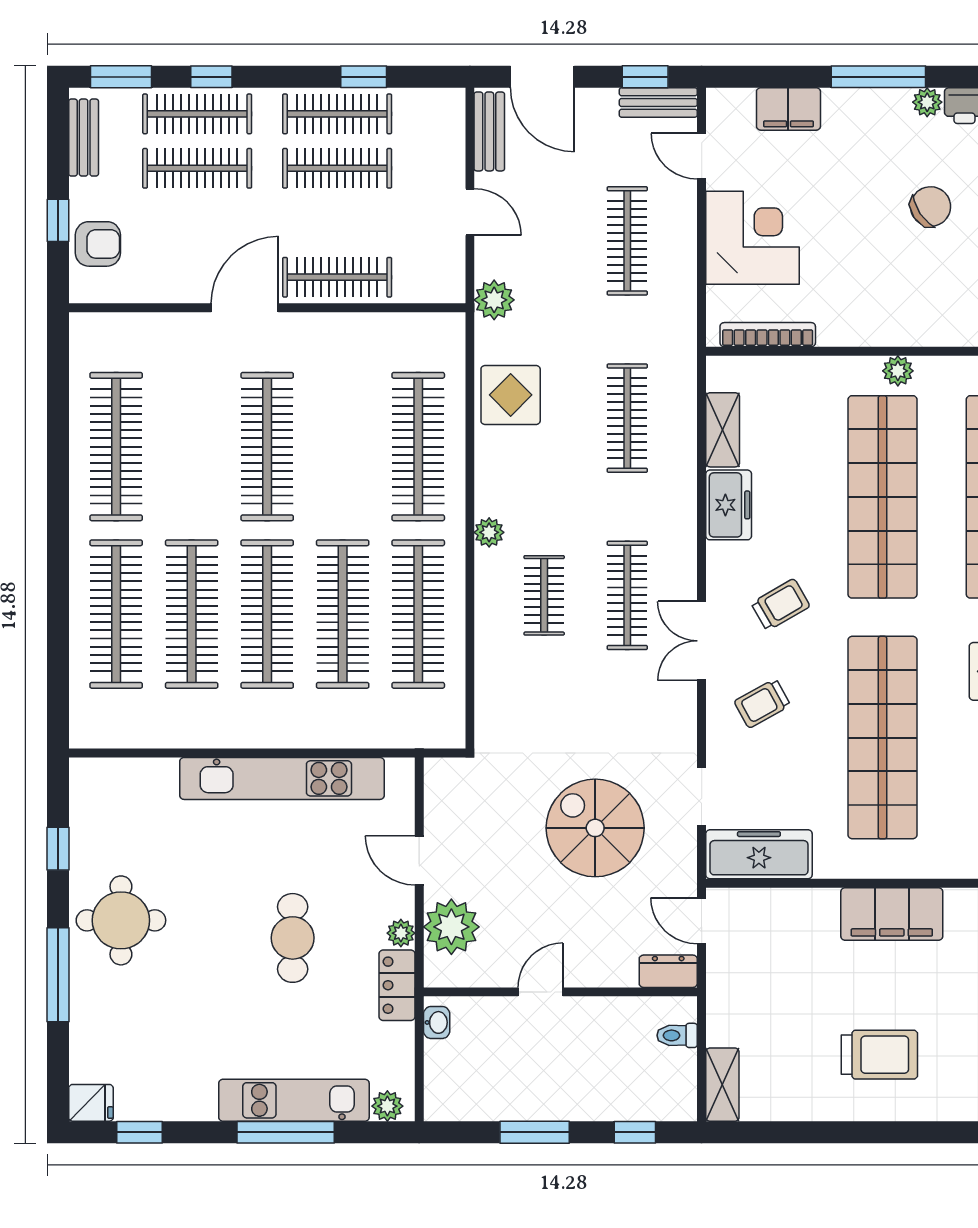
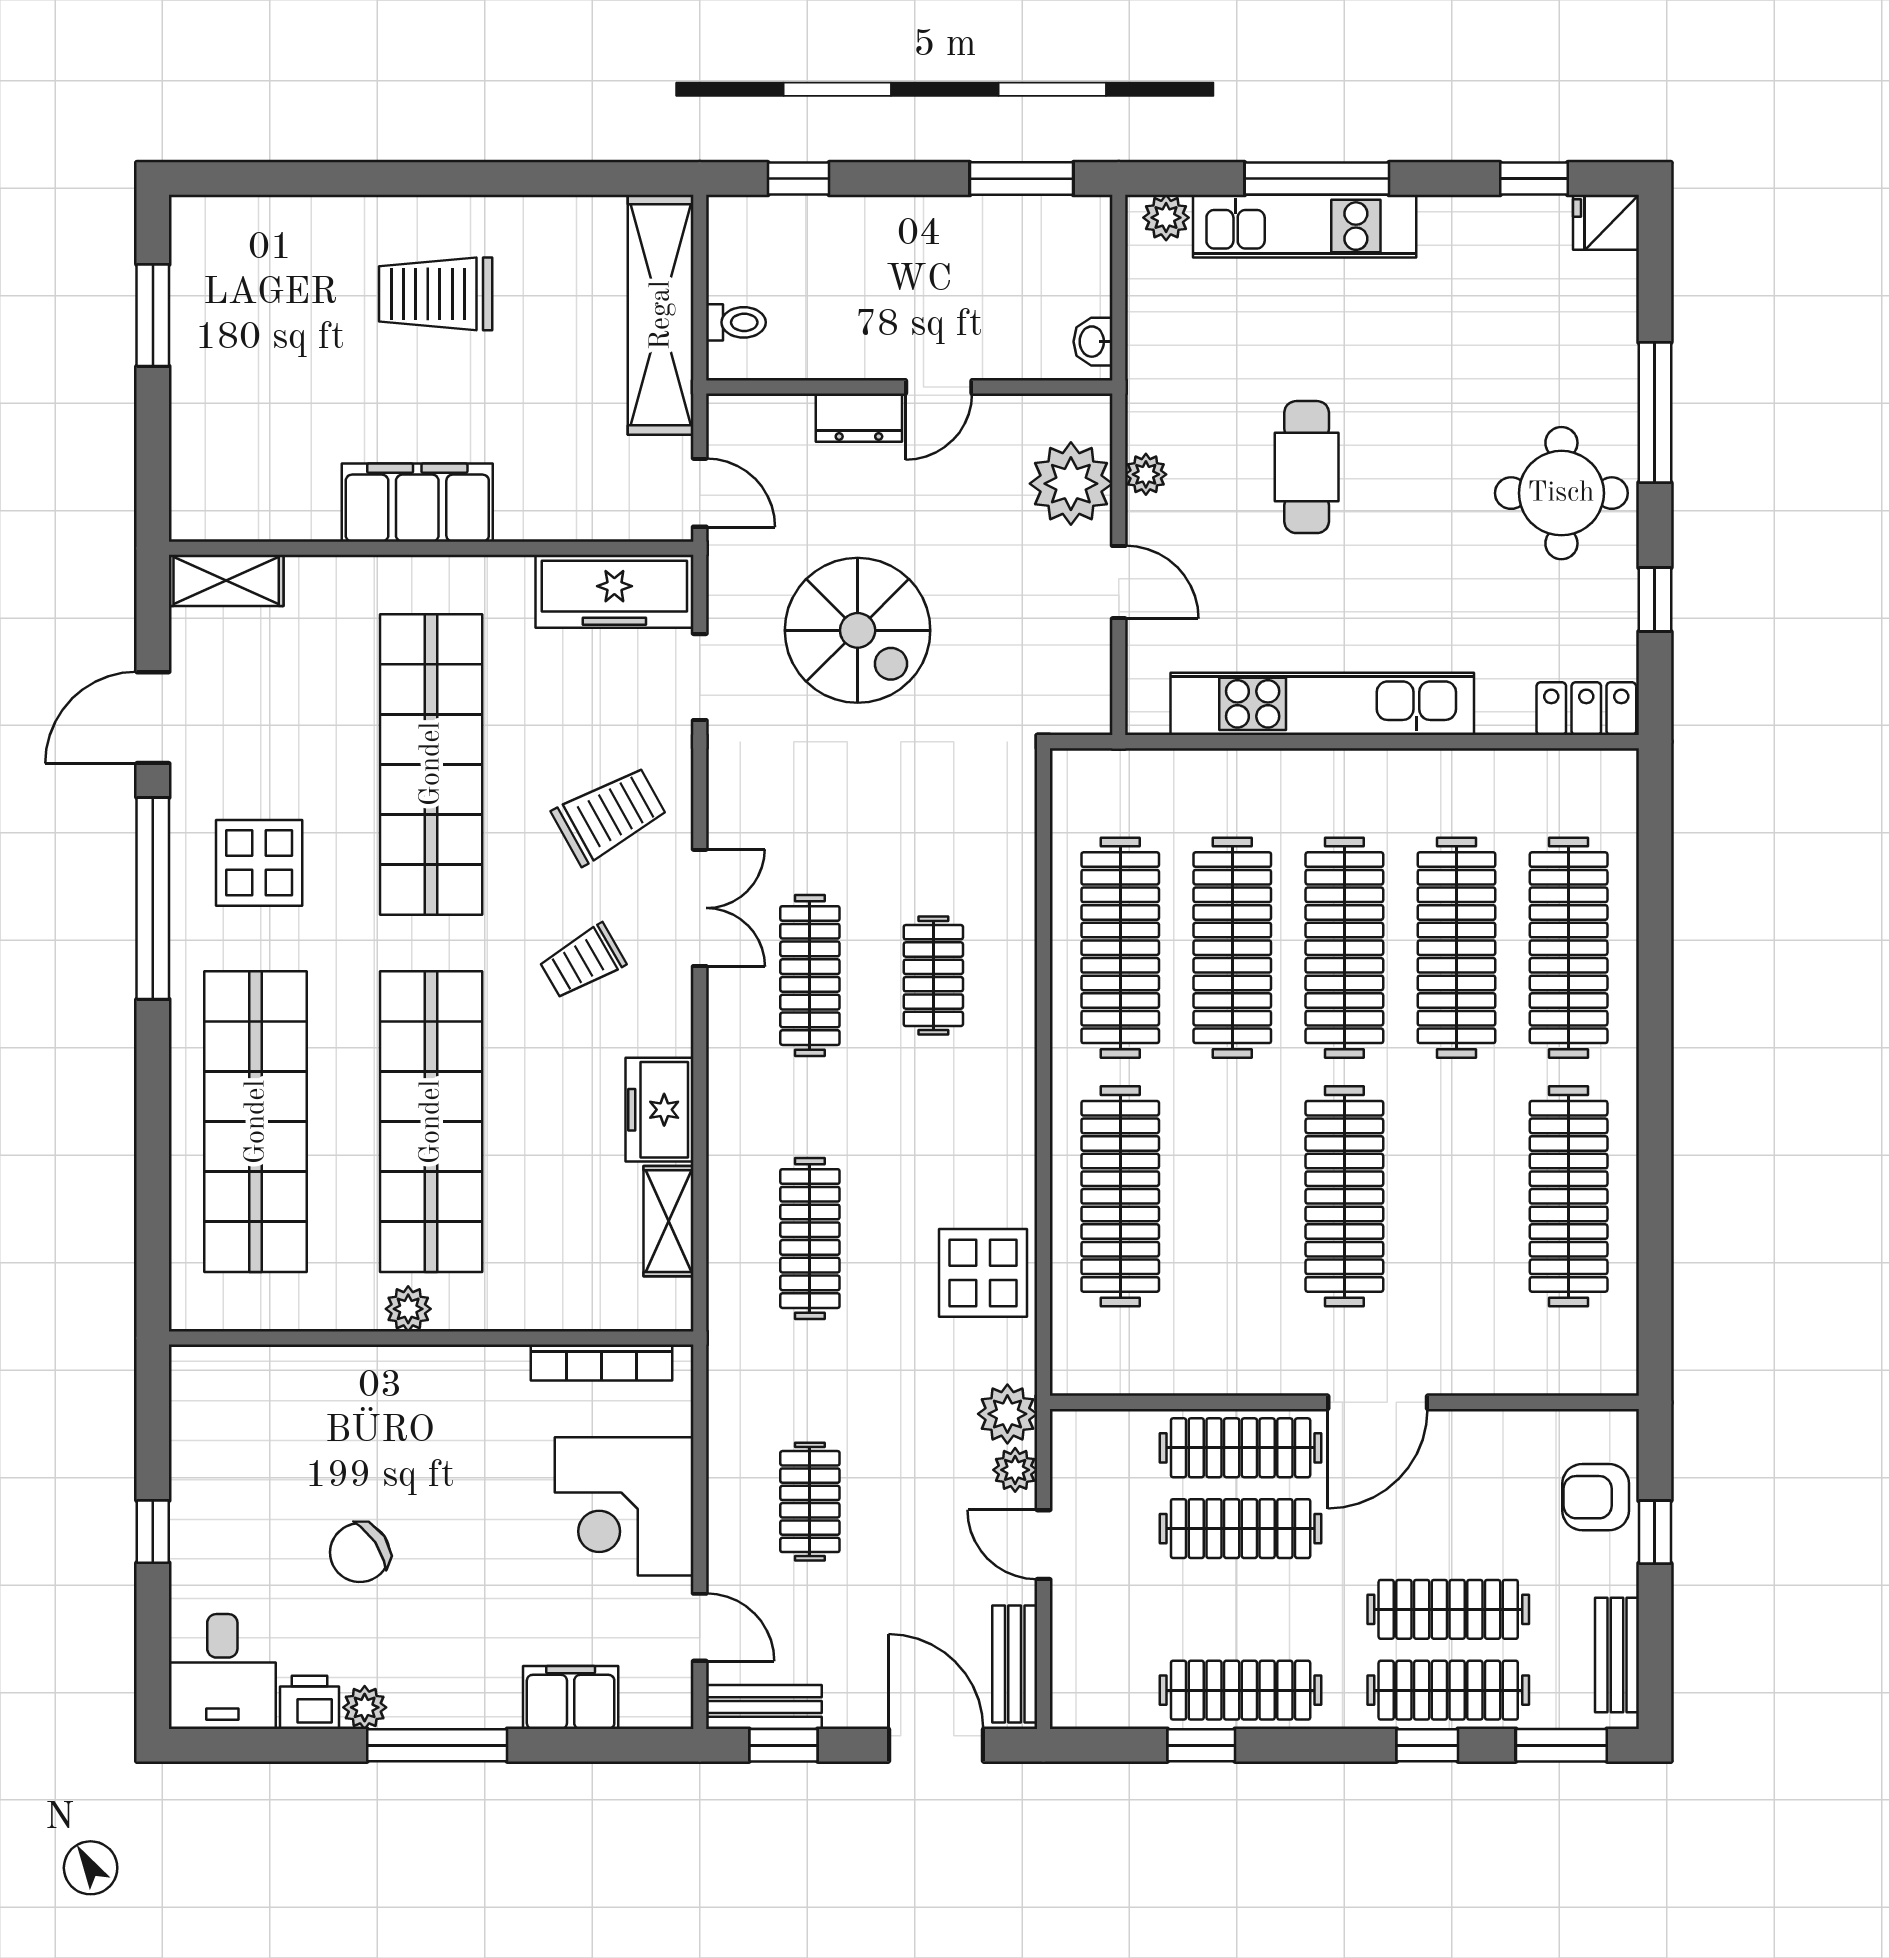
clothes rail: (337, 168) -> (1241, 1529), moved
clothes rail: (627, 241) -> (810, 1502), width x0.73
plant: (489, 532) -> (1015, 1470), moved
trolley: (762, 703) -> (609, 815), width x1.36, depth x1.39
dresser: (668, 971) -> (859, 418), moved
locker: (397, 985) -> (1586, 709), moved, turned -90
shelving: (722, 1085) -> (661, 315), width x2.20, depth x1.33
window: (535, 1132) -> (1022, 179), moved

